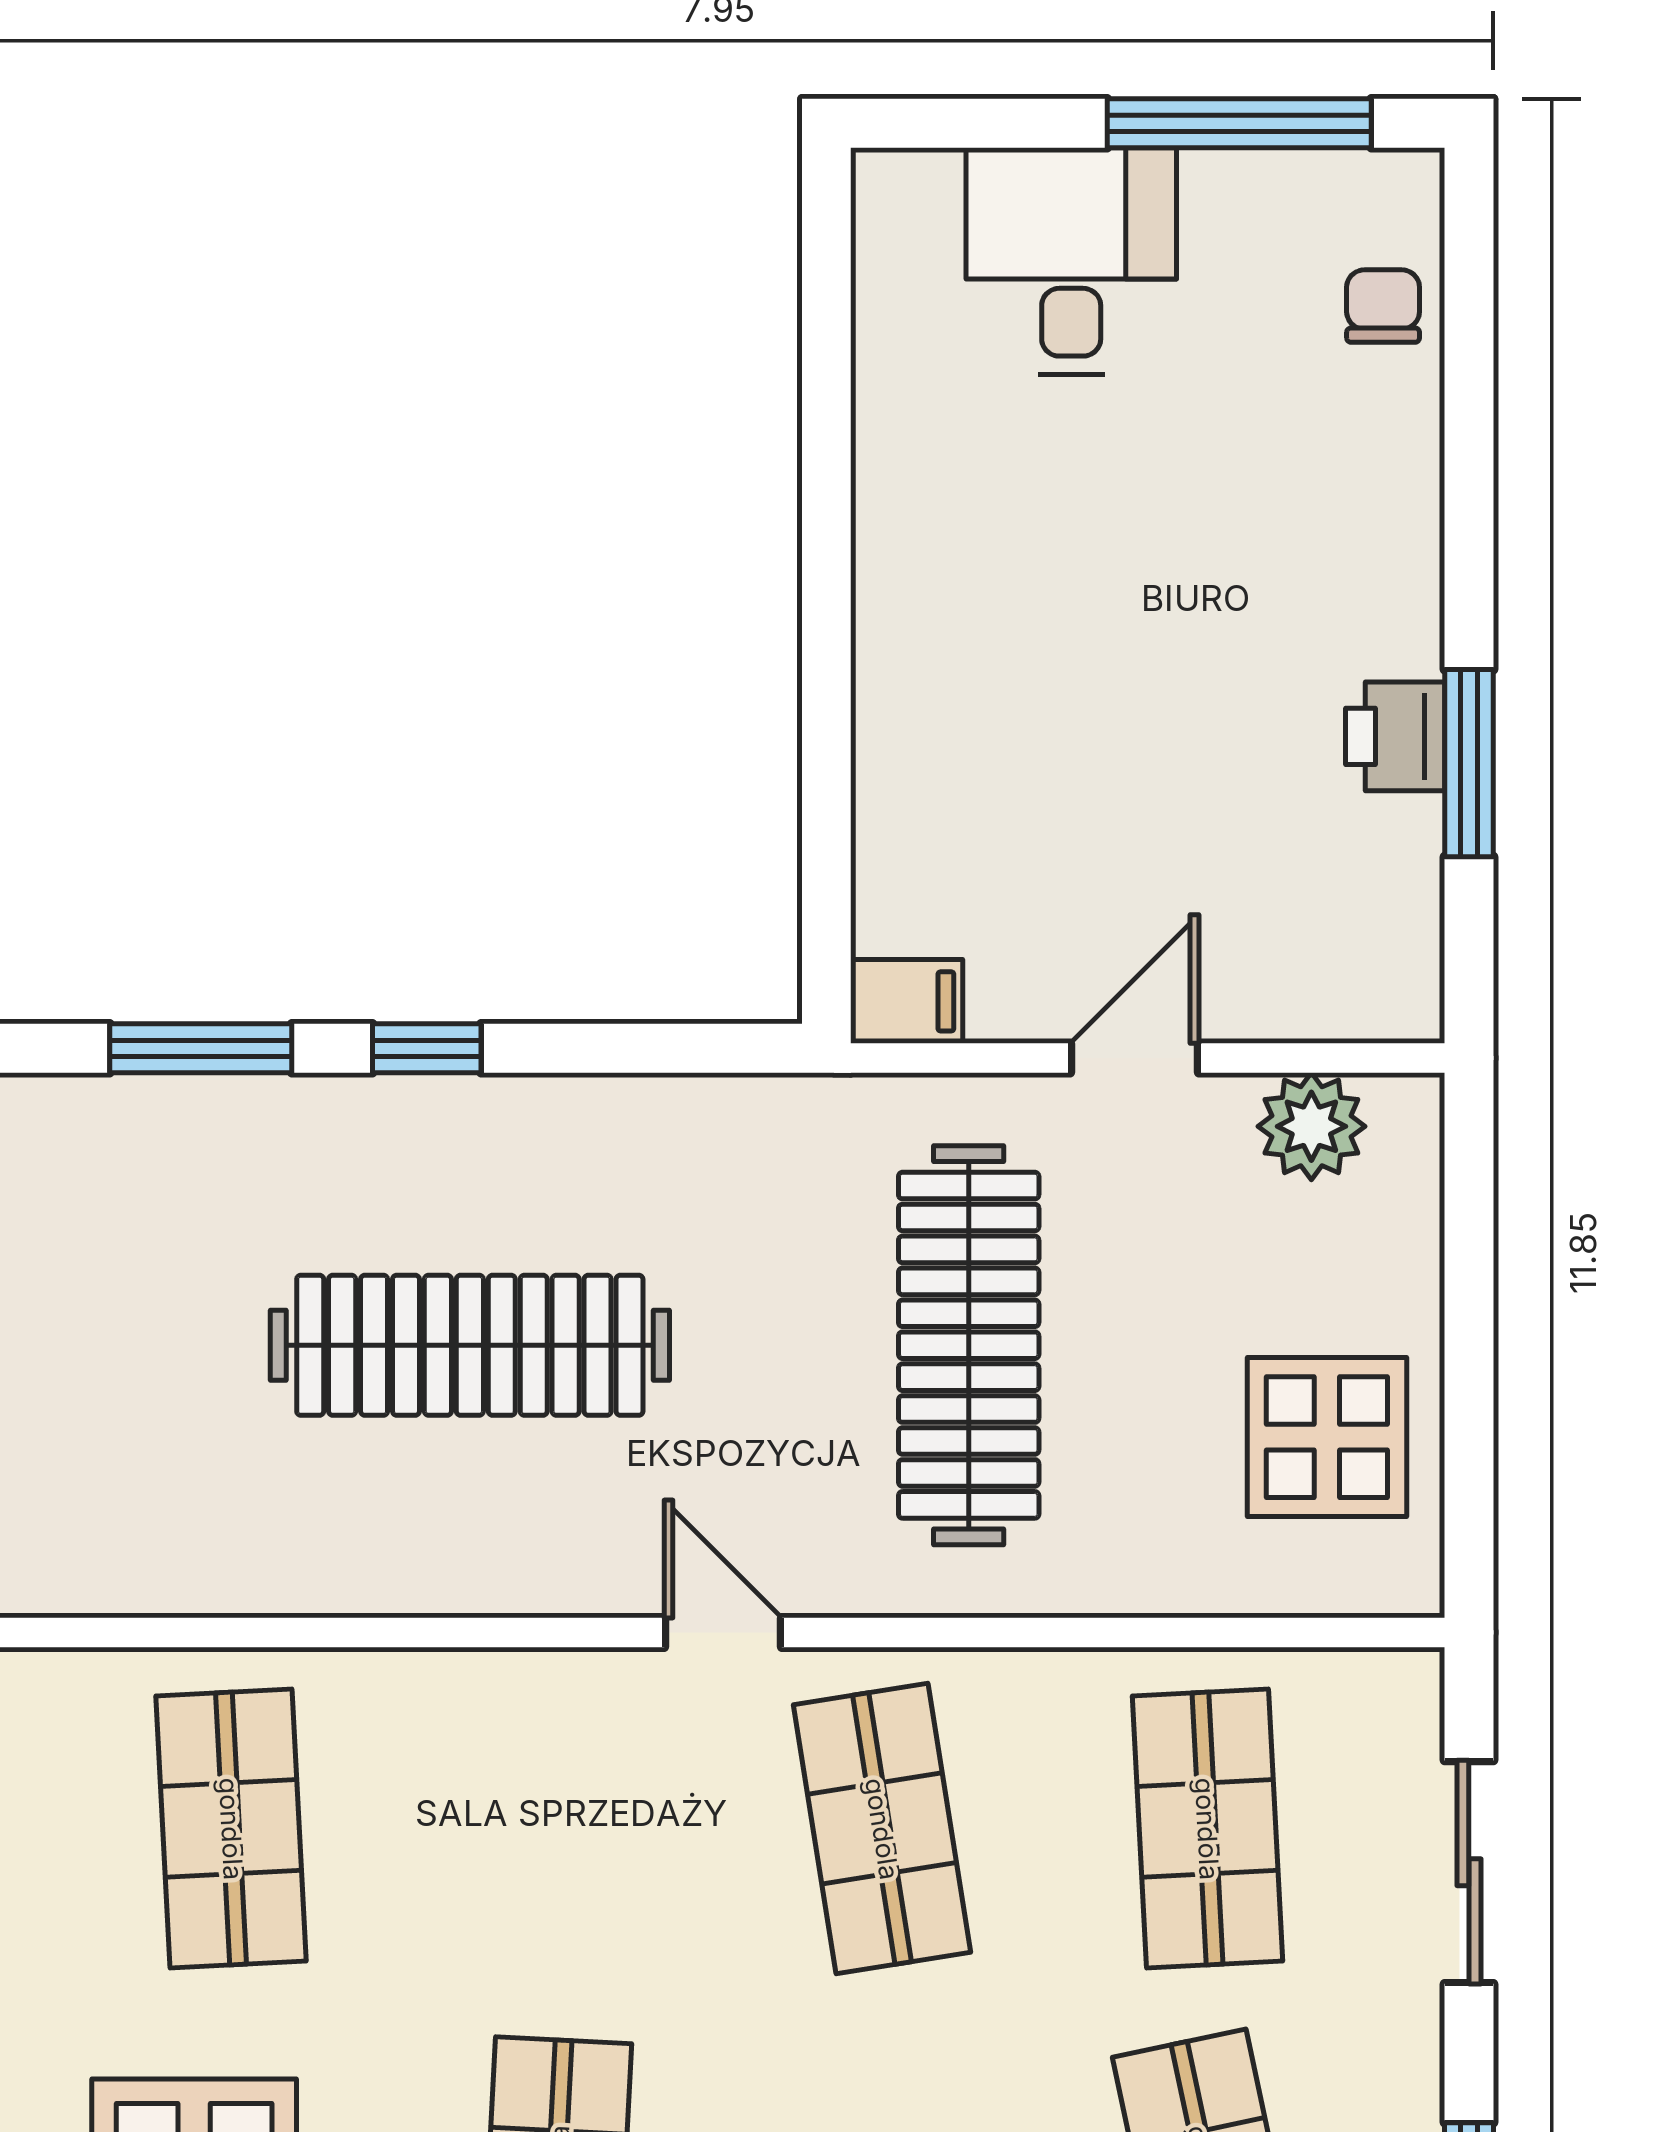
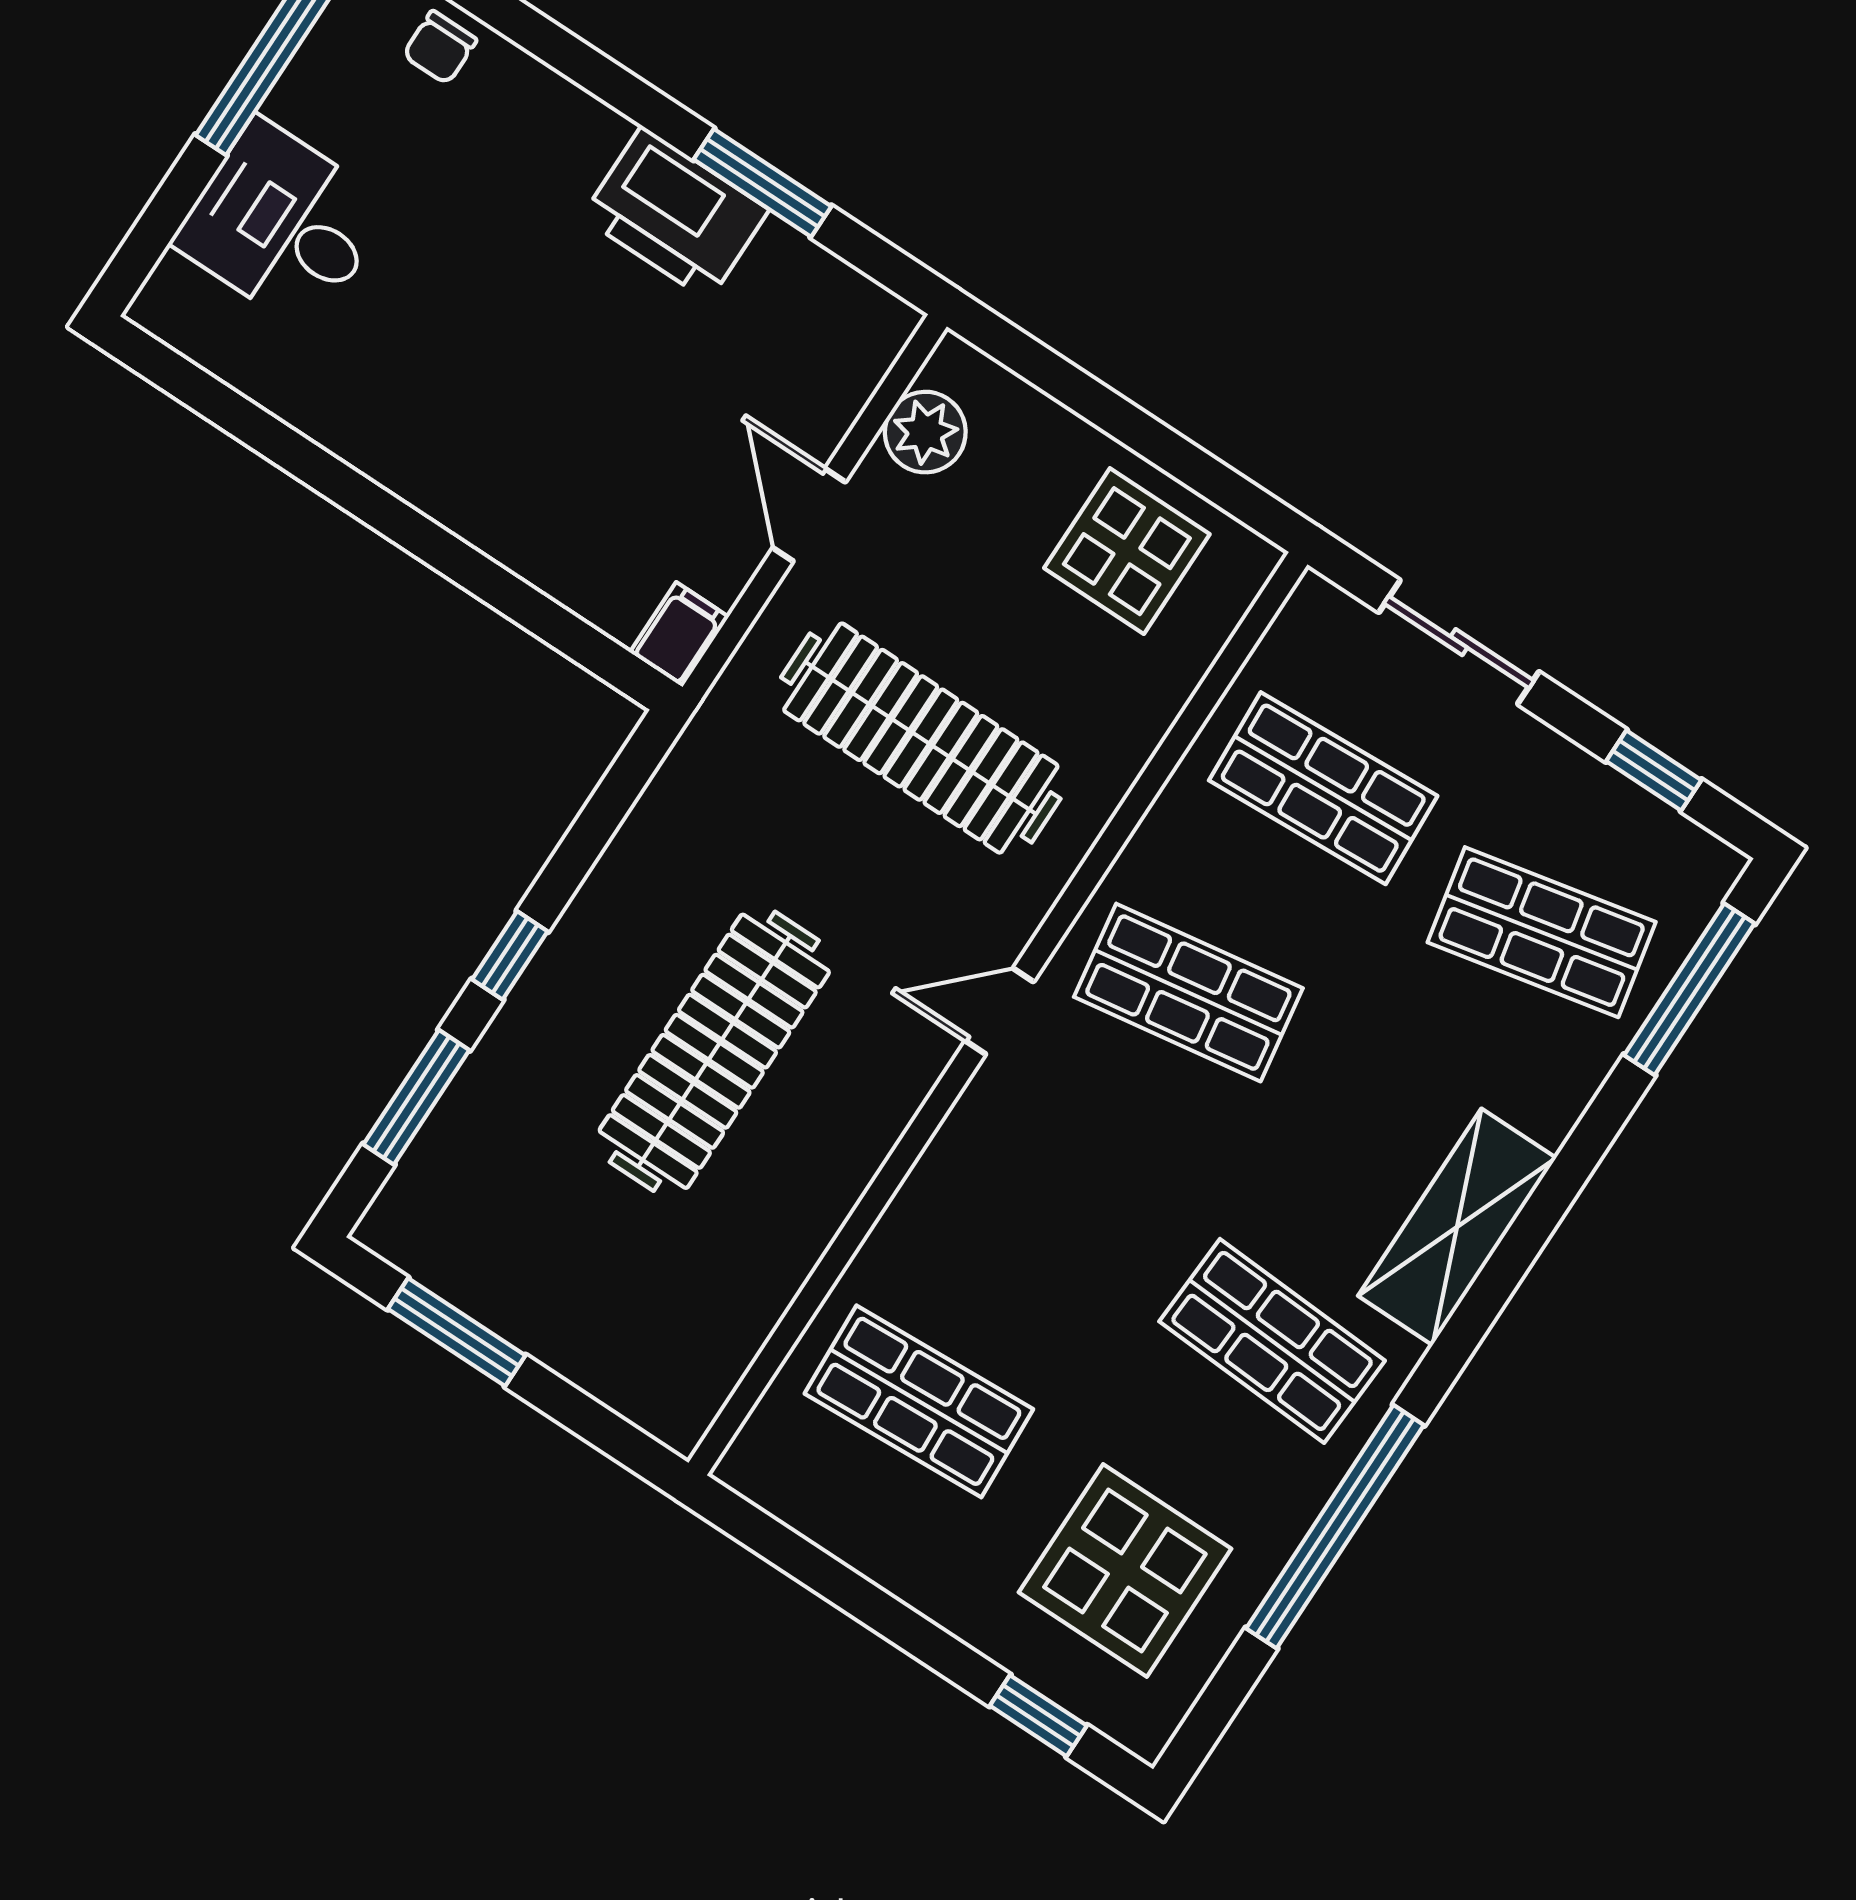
chair: (1383, 306) -> (440, 47), turned -90
printer: (1395, 736) -> (675, 213), width x1.87, depth x1.48

